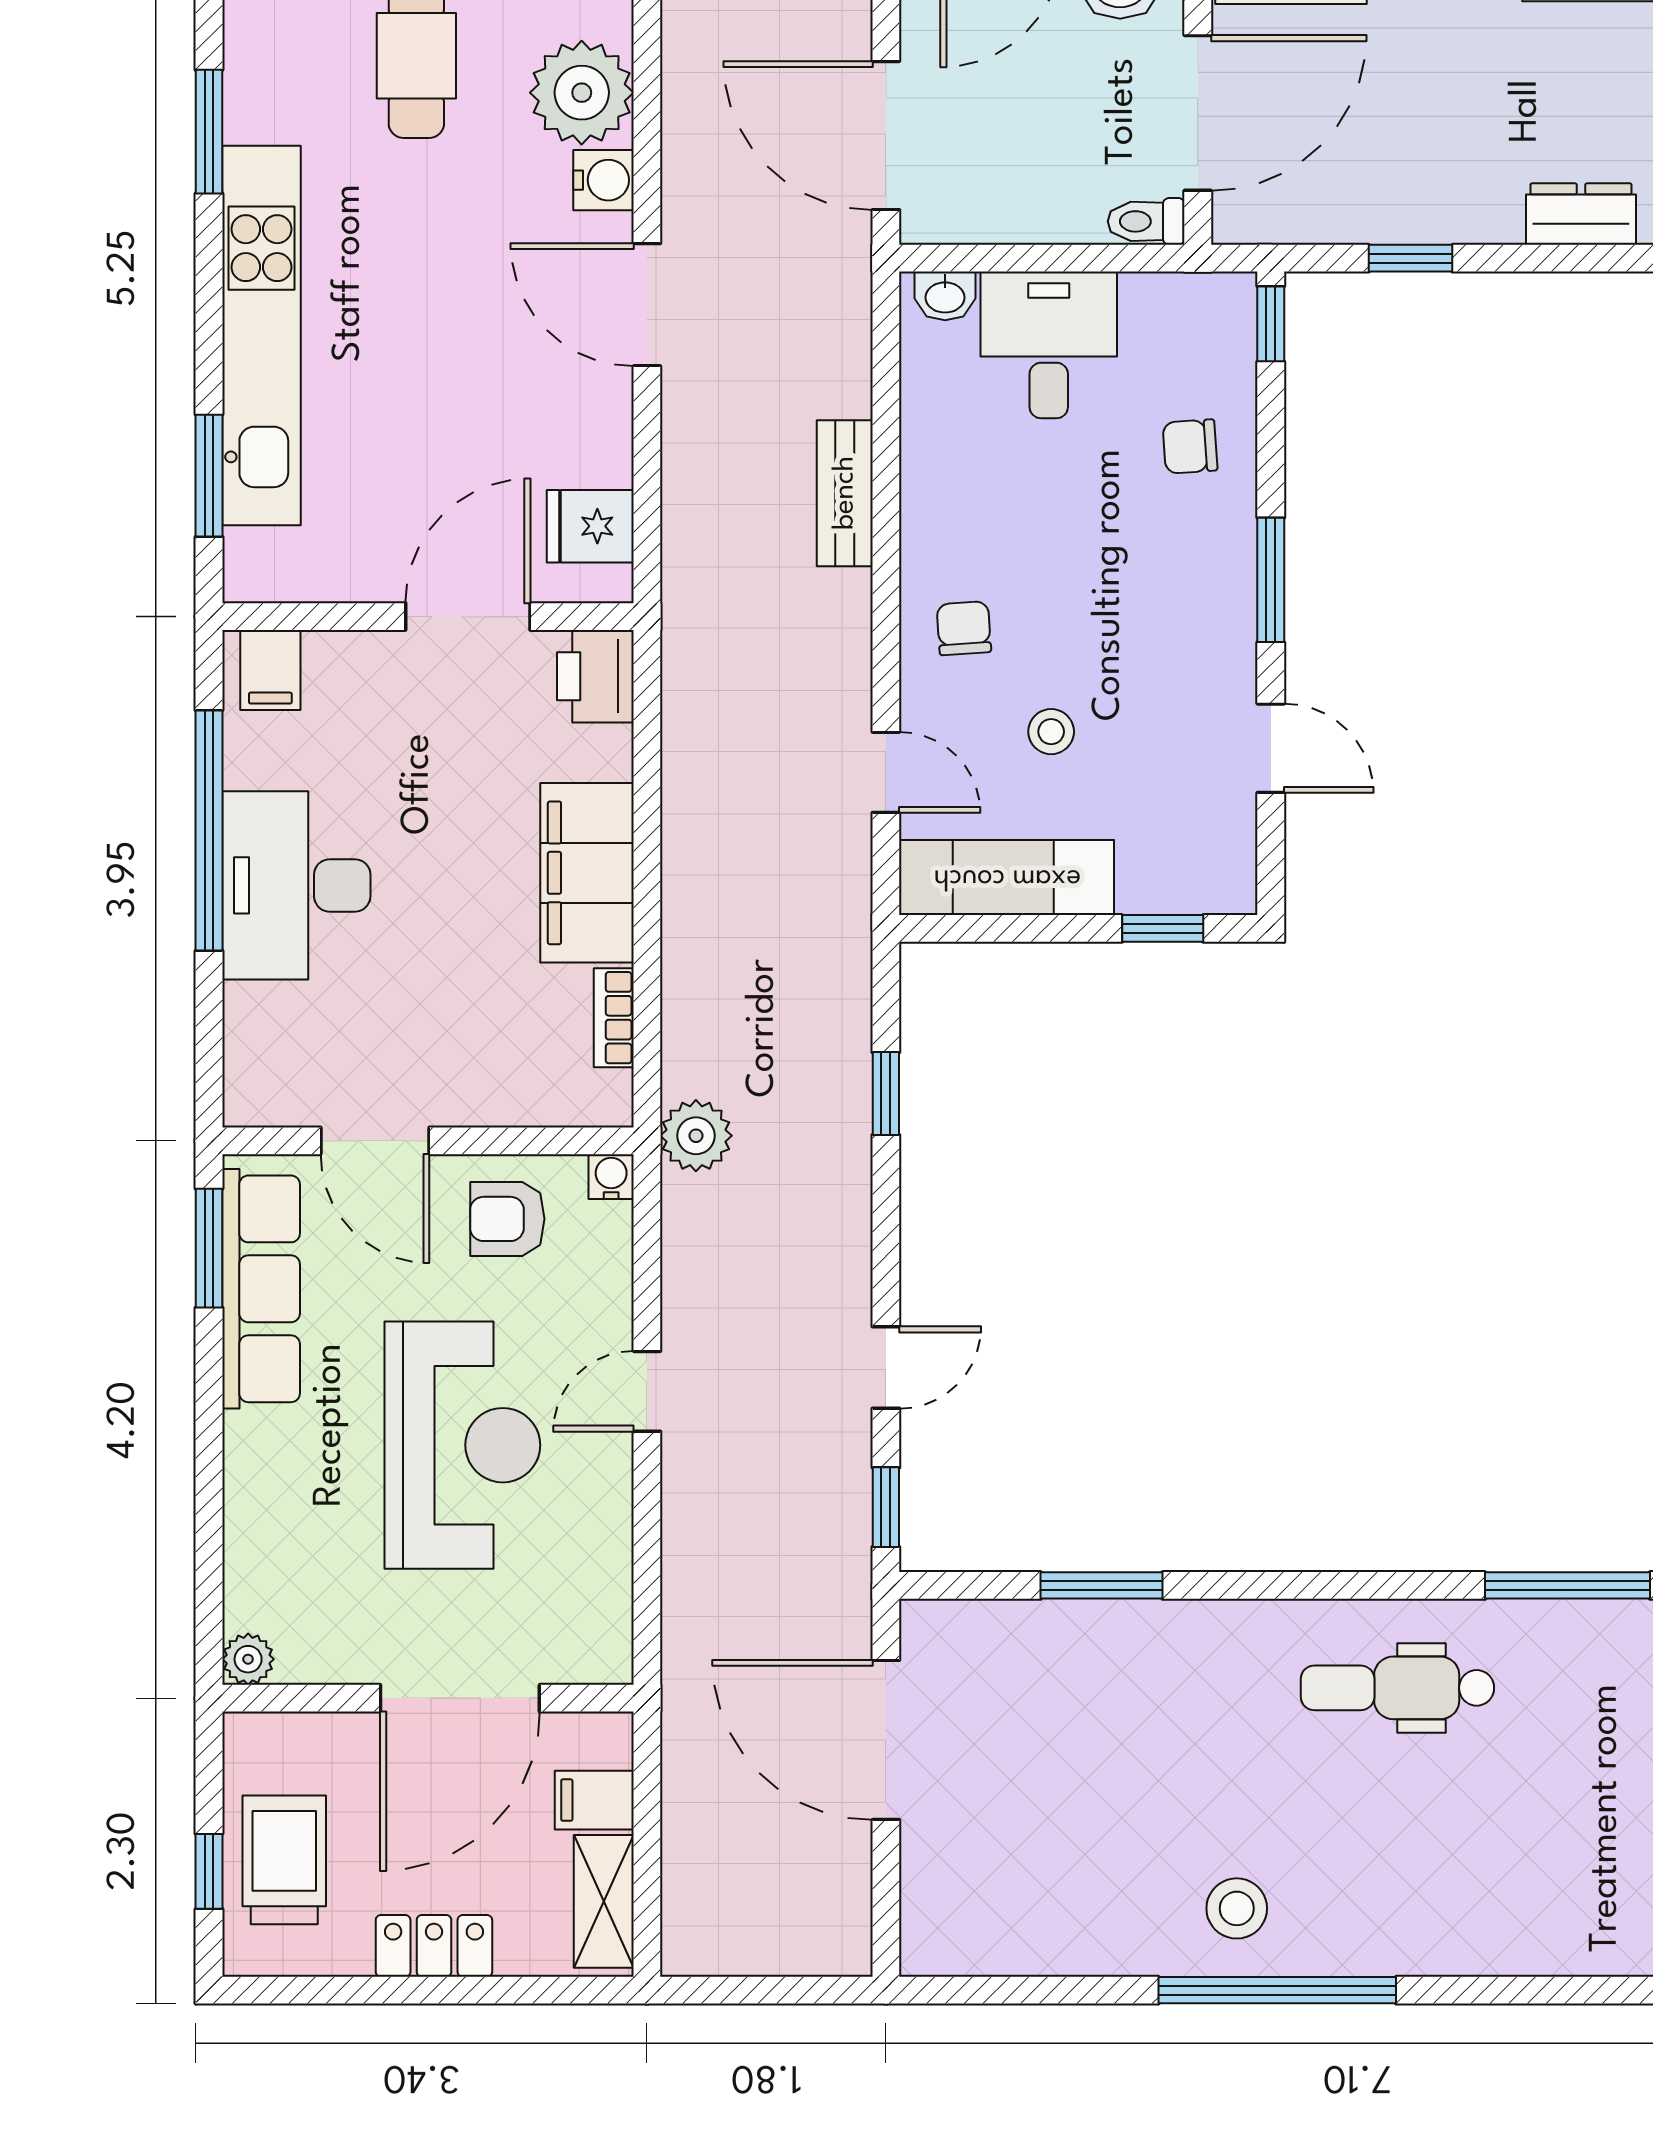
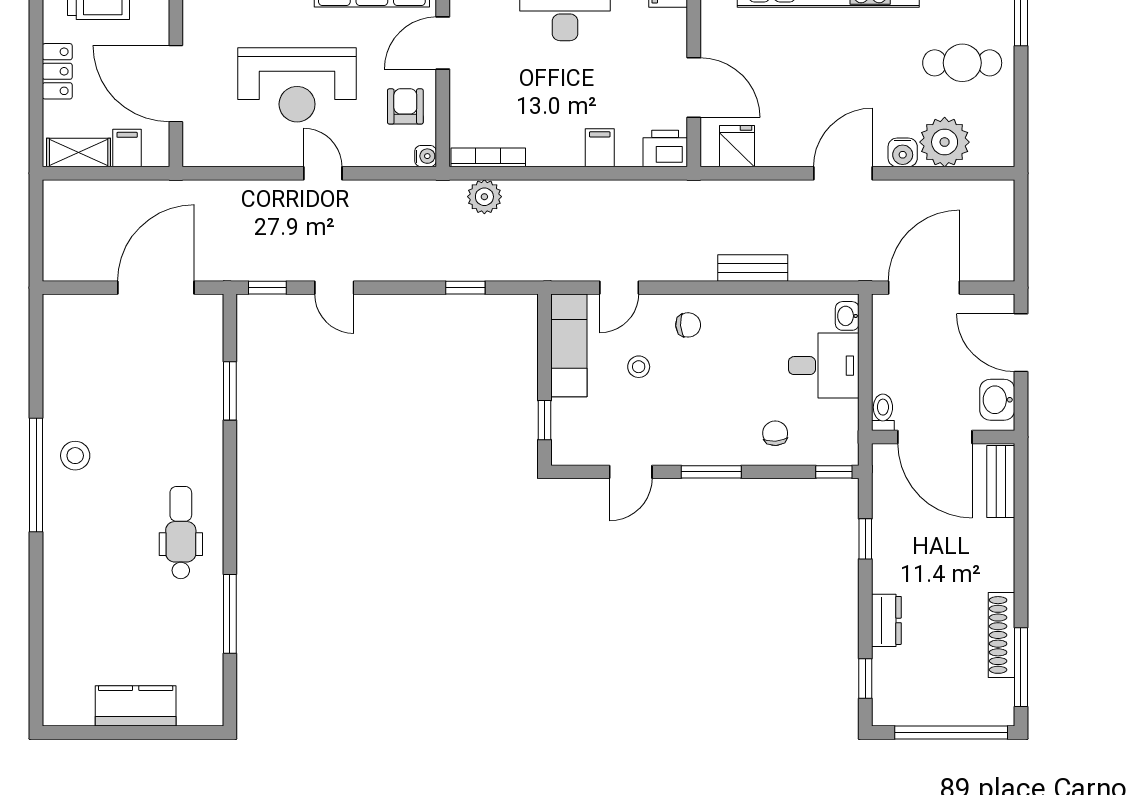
filing cabinet: (587, 873) -> (600, 148), width x0.33, depth x0.86
bookcase: (614, 1018) -> (488, 157), width x1.56
plant: (696, 1136) -> (484, 197), moved

